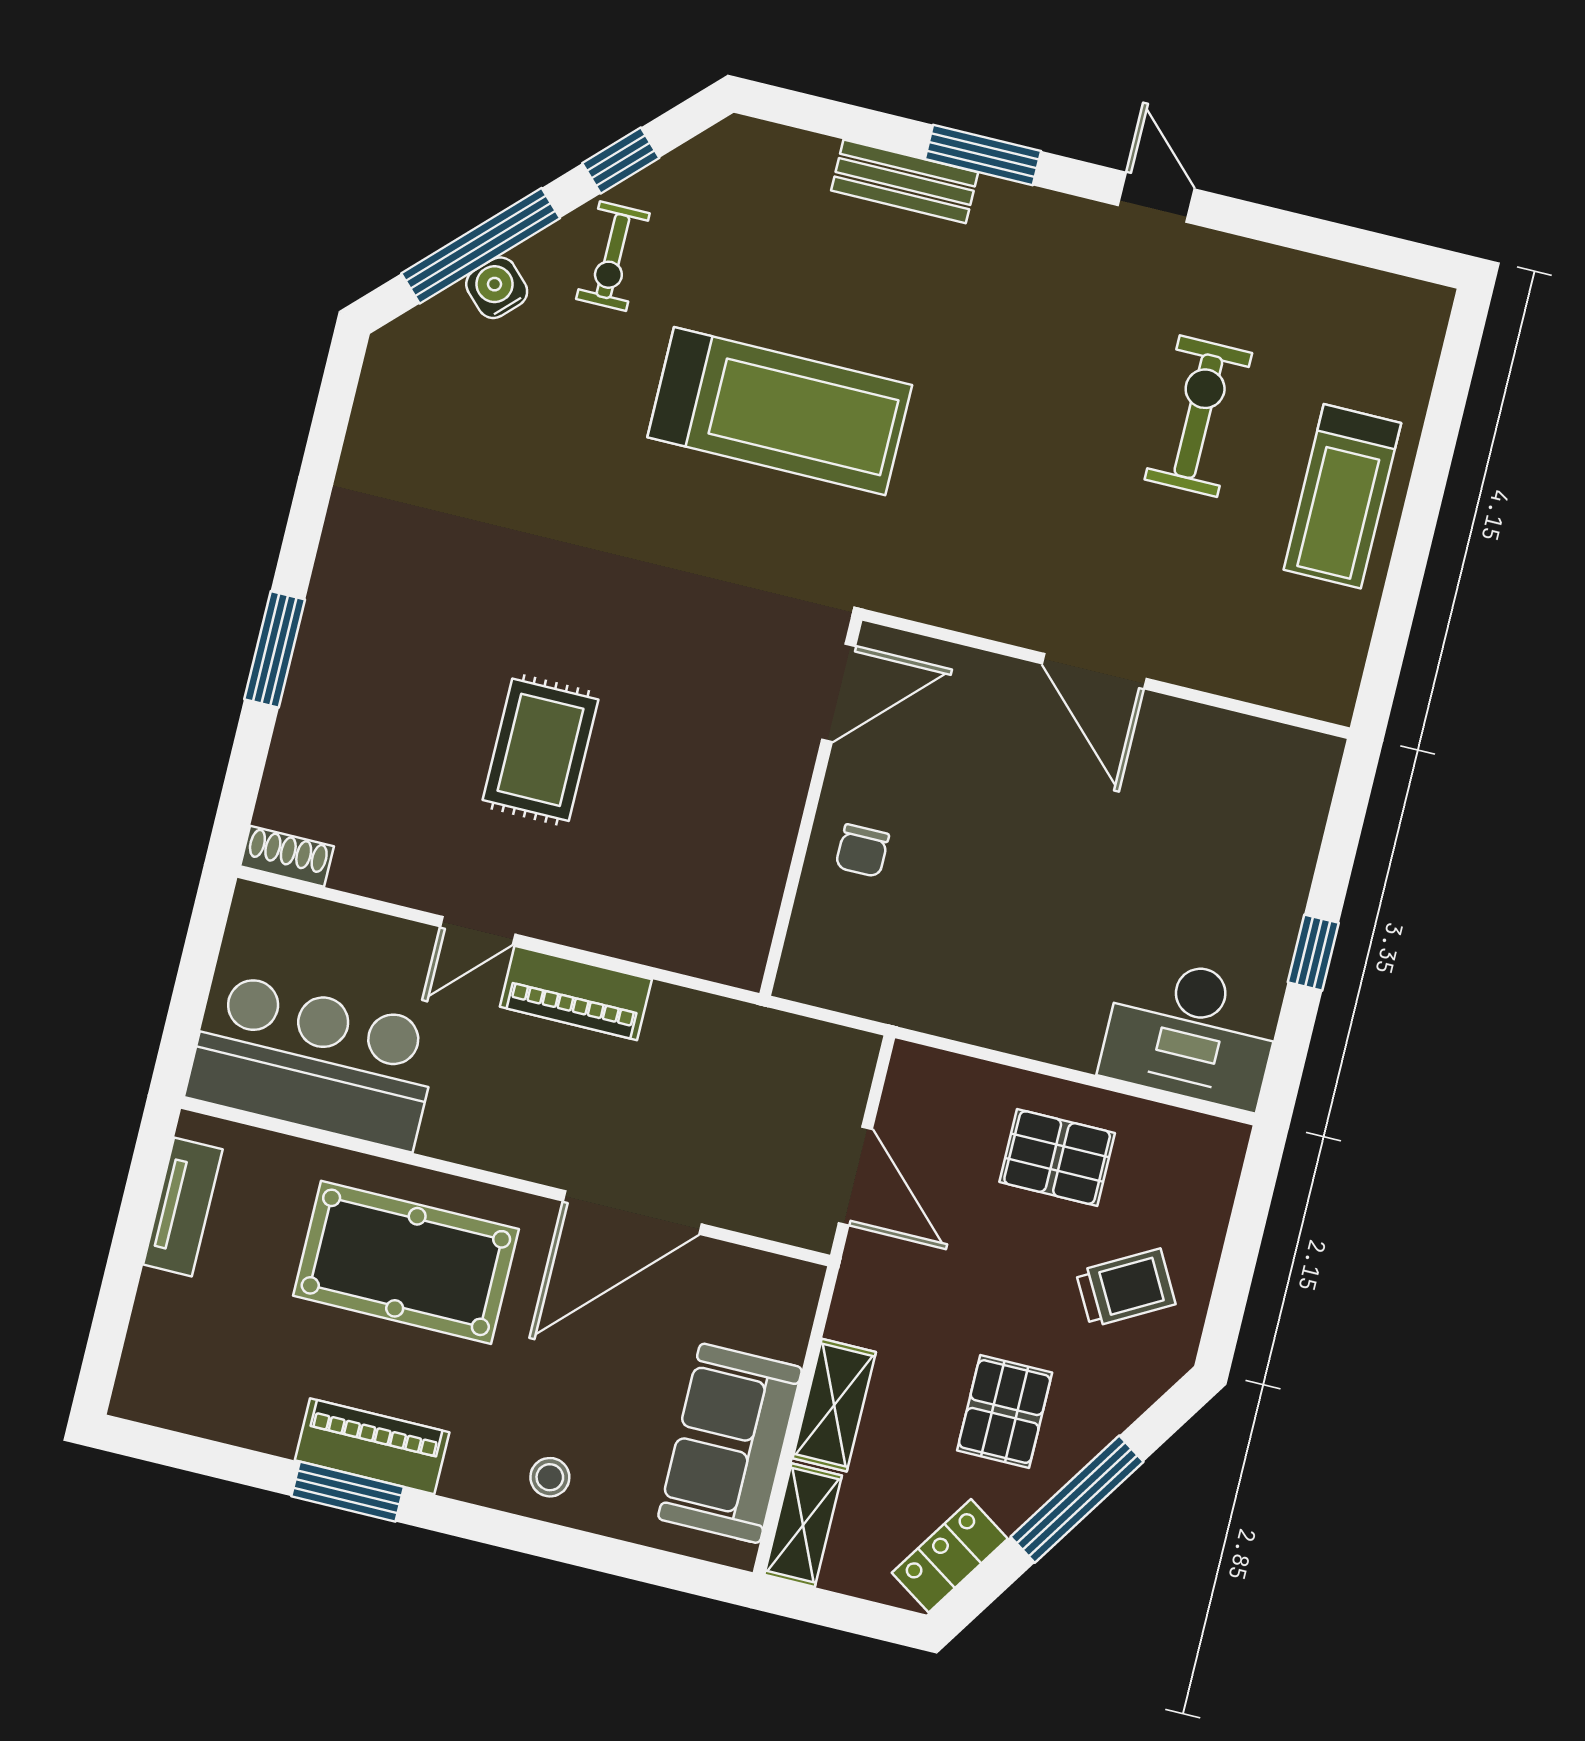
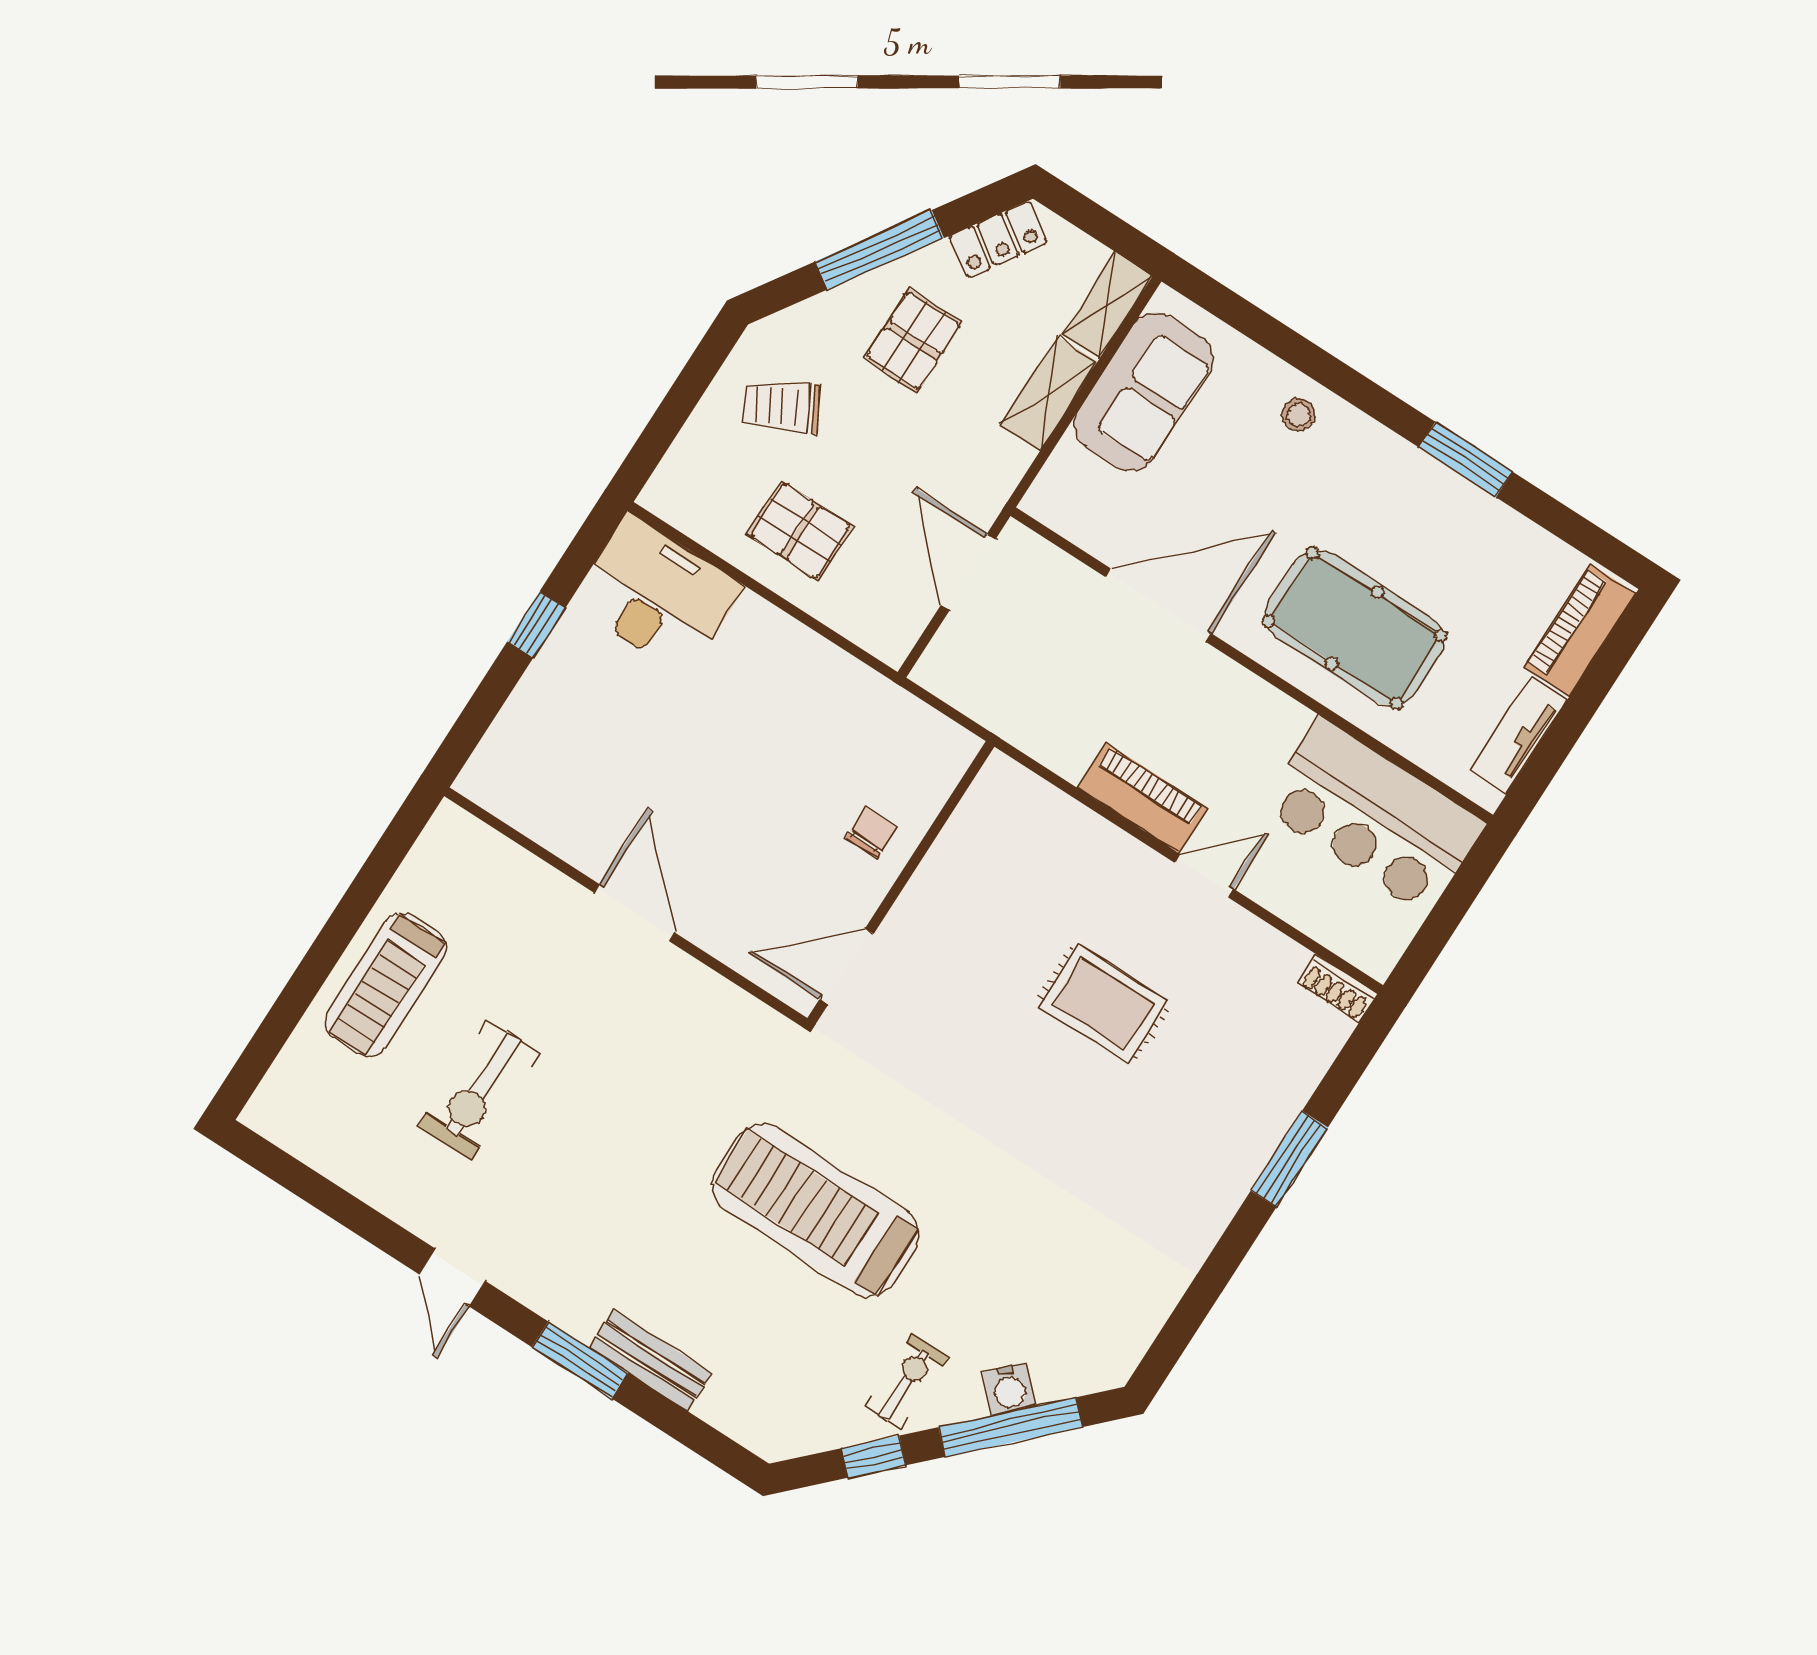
treadmill: (1342, 496) -> (386, 984), turned 180
rug: (540, 750) -> (1103, 1004), turned 90
piano: (372, 1446) -> (1580, 630), moved, turned 90

